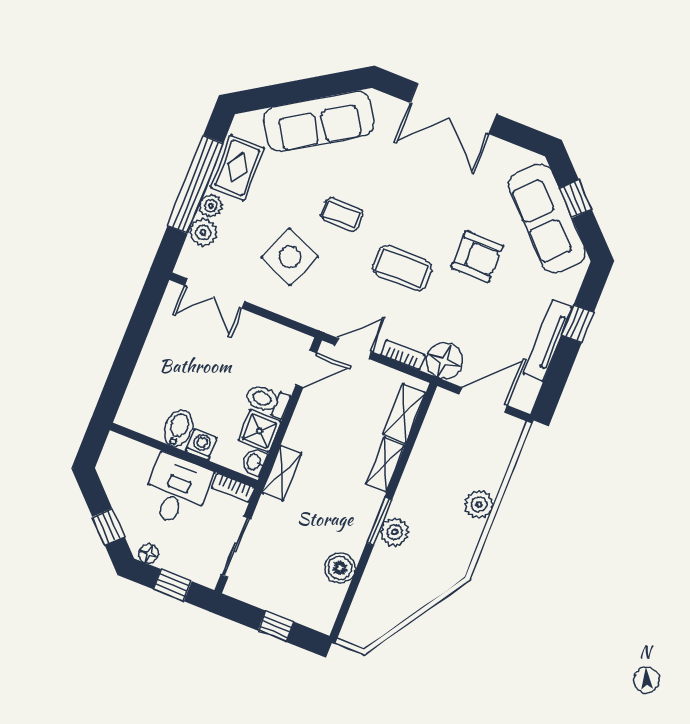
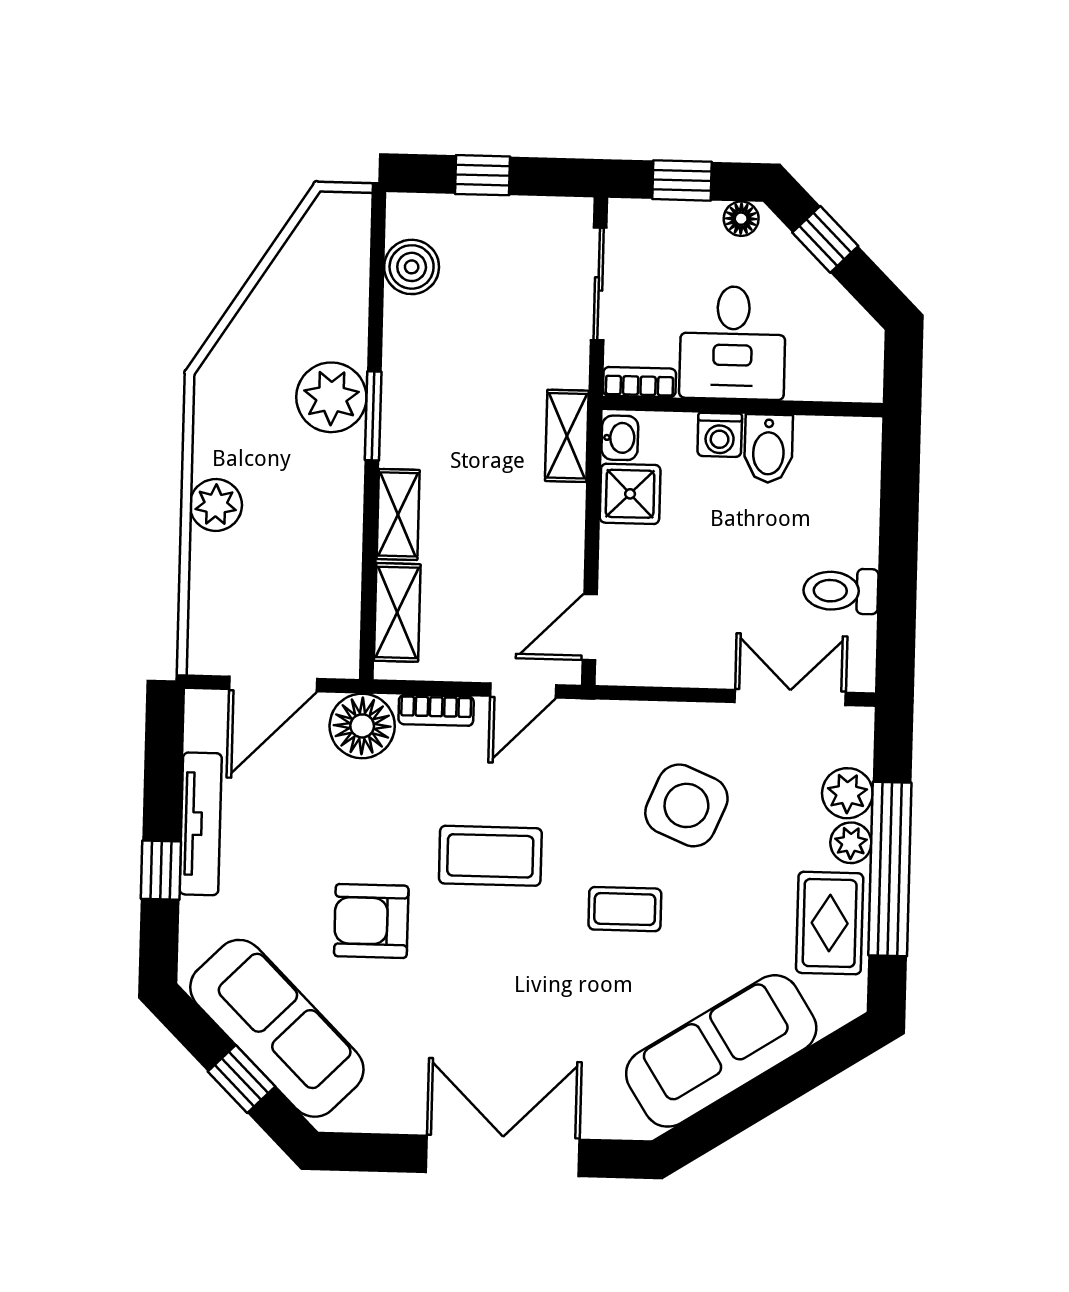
toilet: (267, 400) -> (841, 591), moved, turned 180
plant: (395, 532) -> (331, 397), width x1.36, depth x1.36
boiler: (340, 568) -> (412, 267), moved

